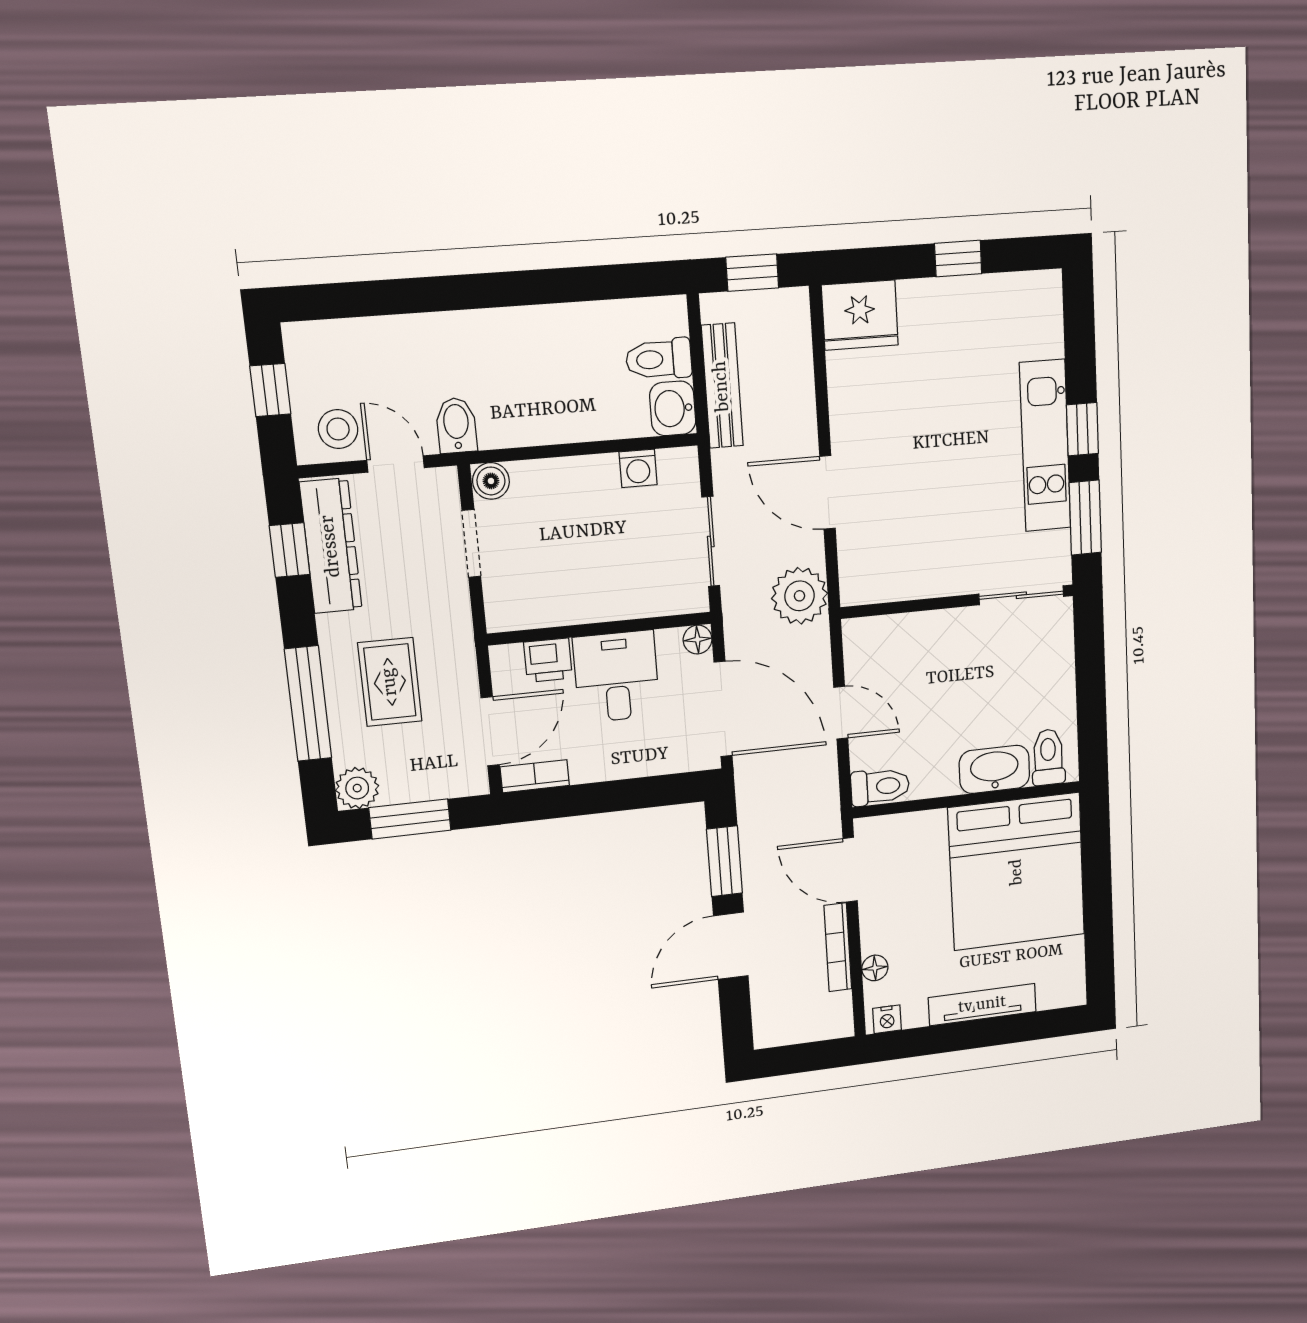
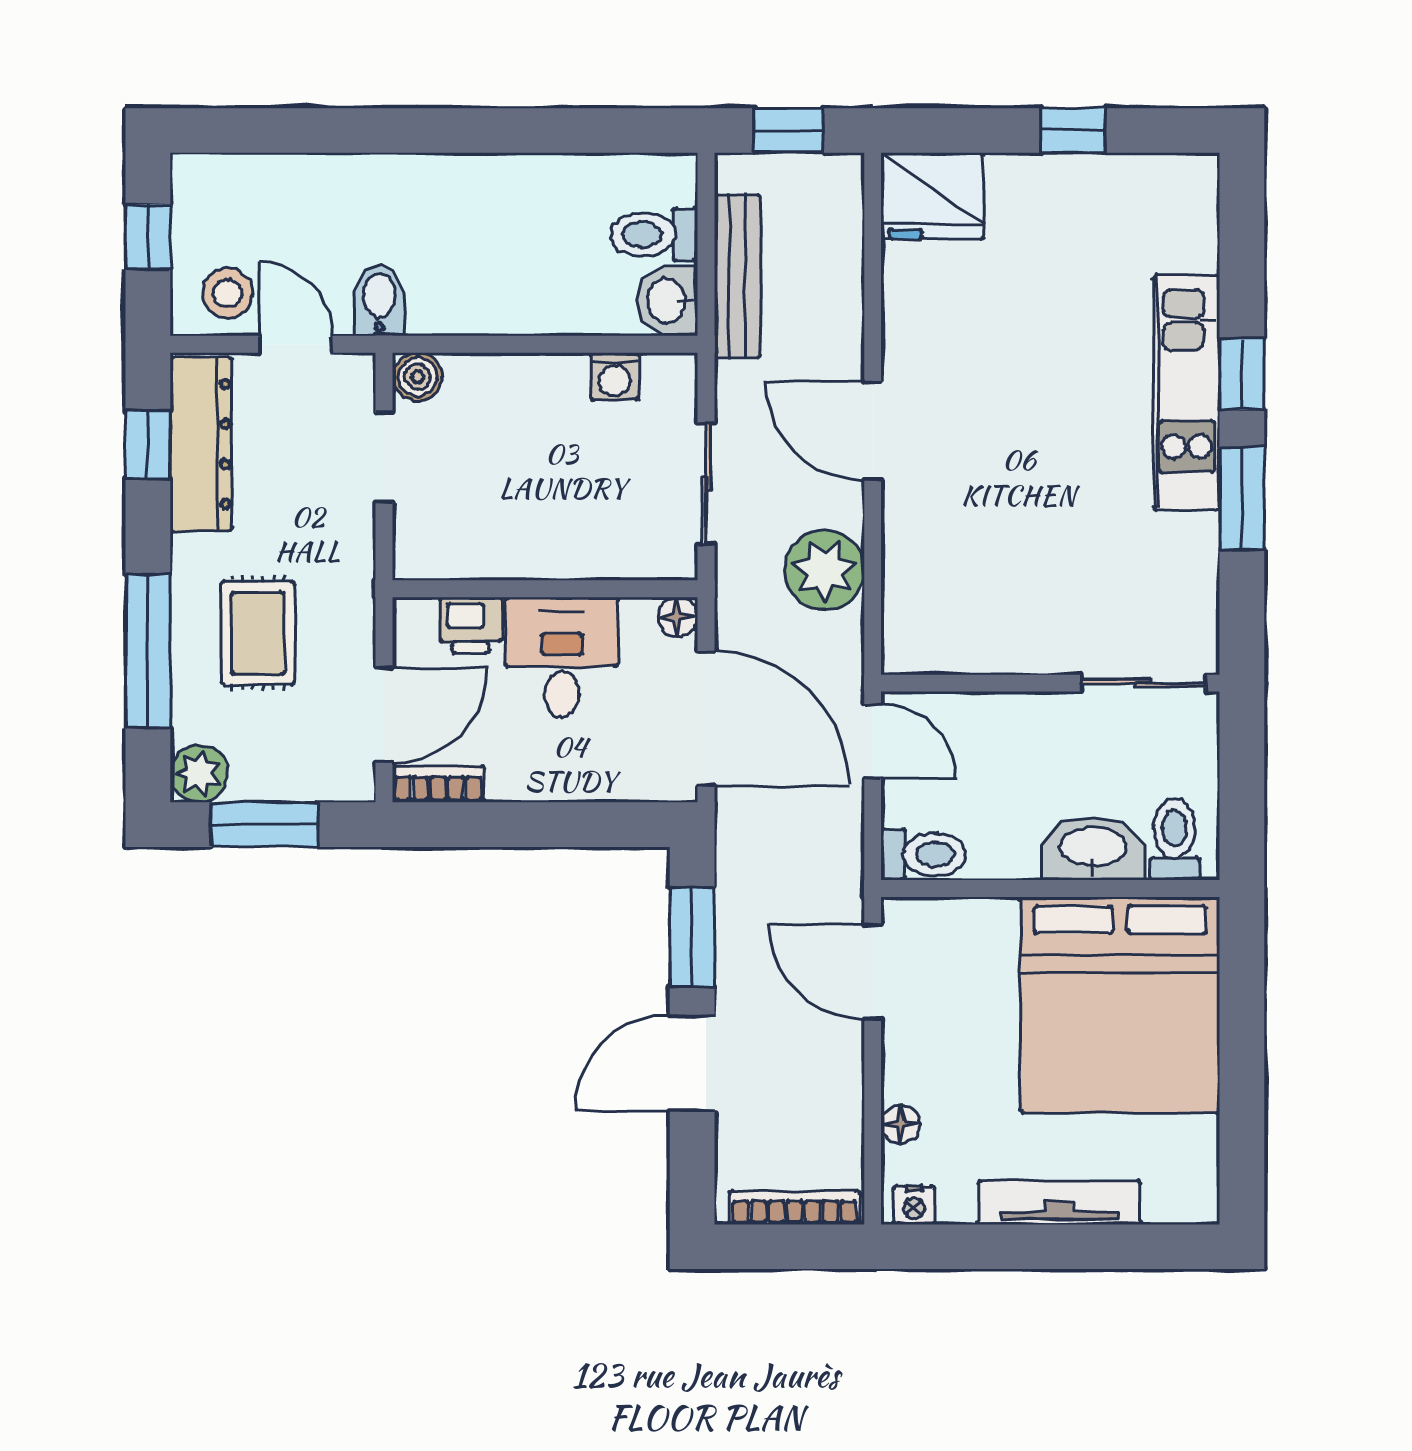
sliding door: (1021, 595) -> (1144, 683), moved
wall: (958, 601) -> (1050, 683), moved
bookcase: (838, 947) -> (795, 1208), moved, turned 90

